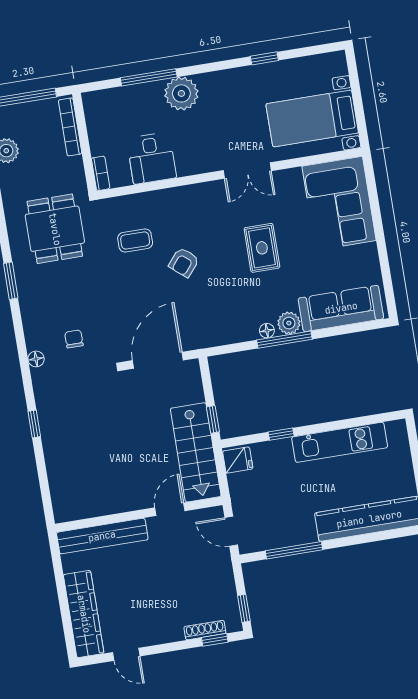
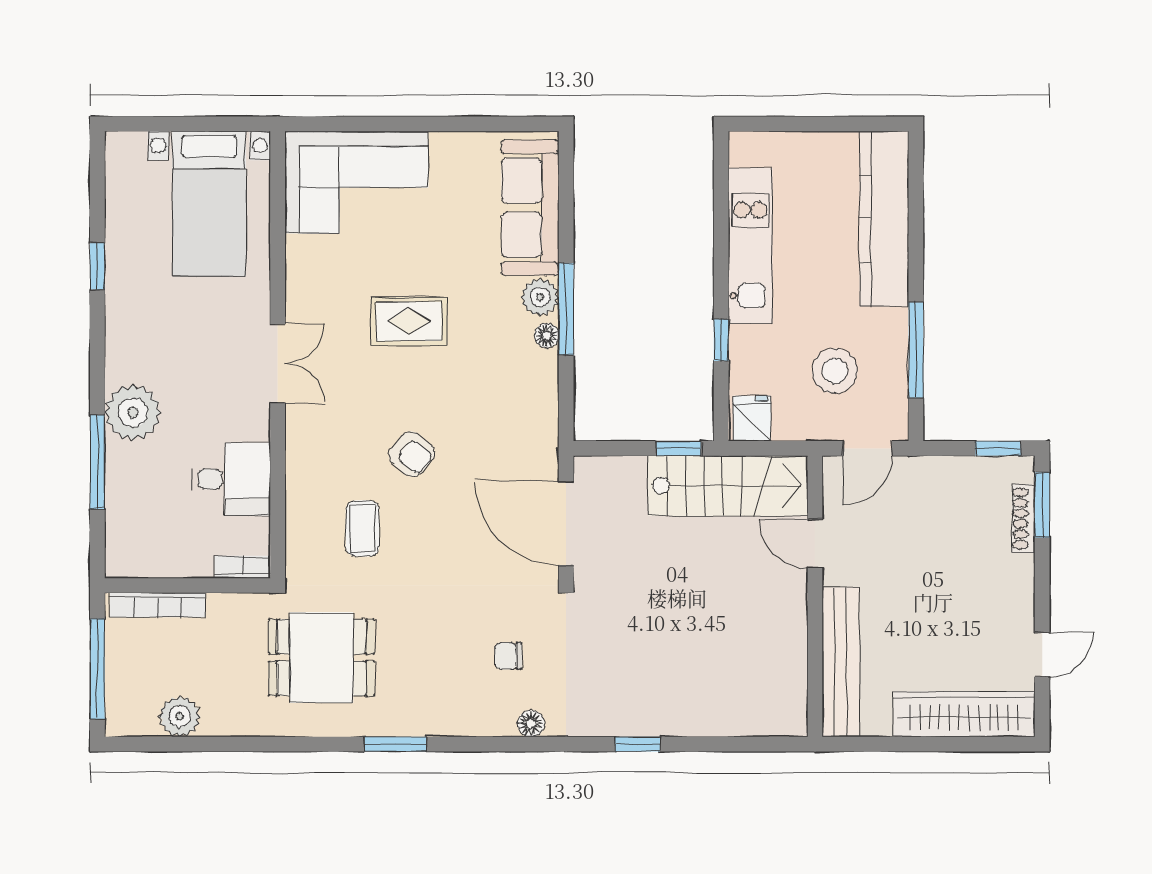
double door: (247, 171) -> (278, 363), moved
stool: (274, 504) -> (835, 371), added
window: (215, 640) -> (1042, 505), width x1.50

